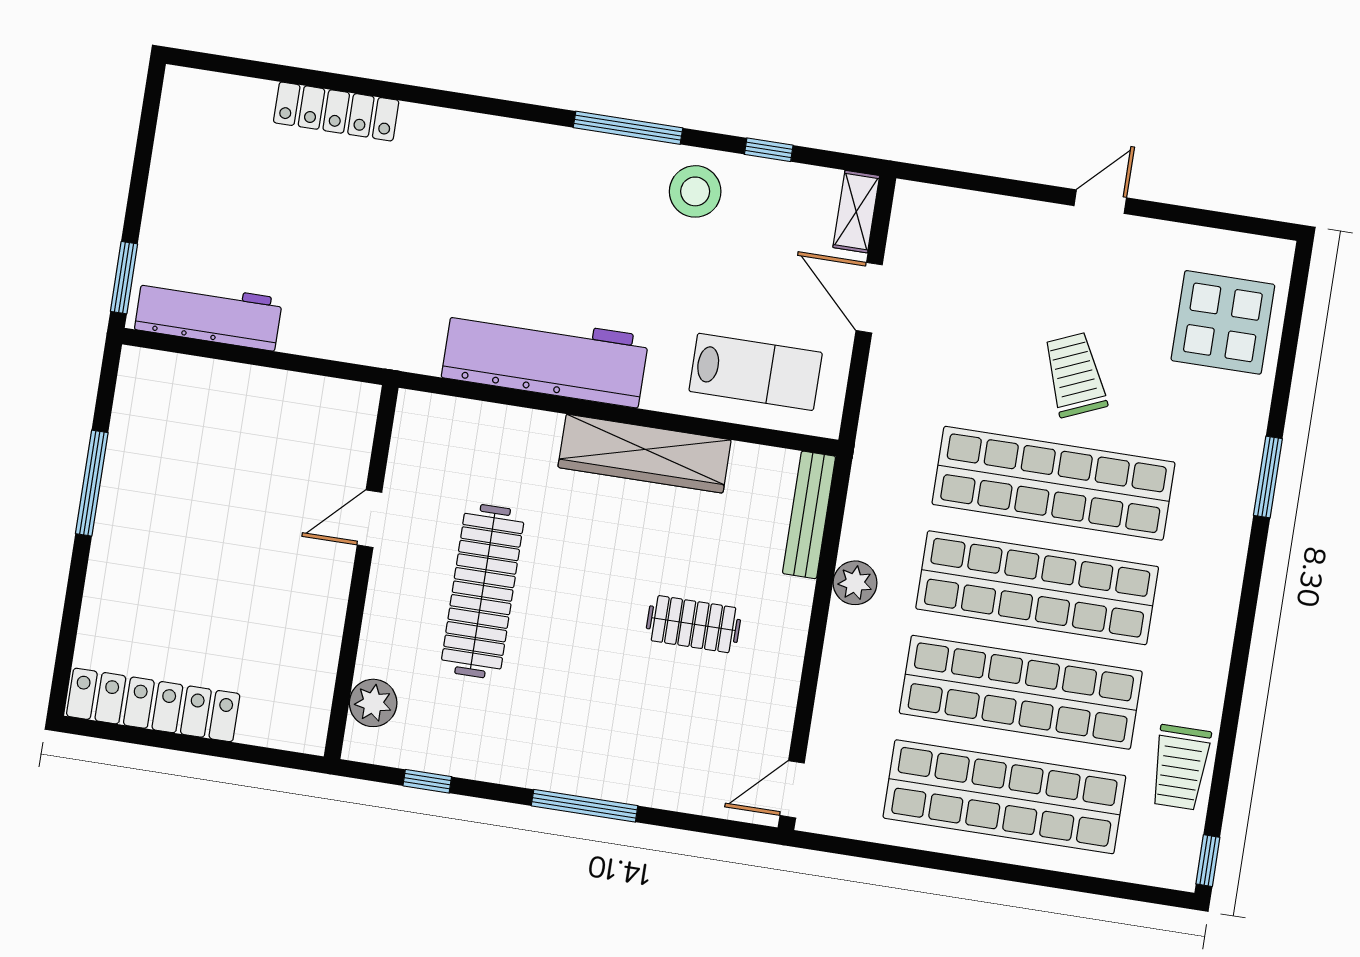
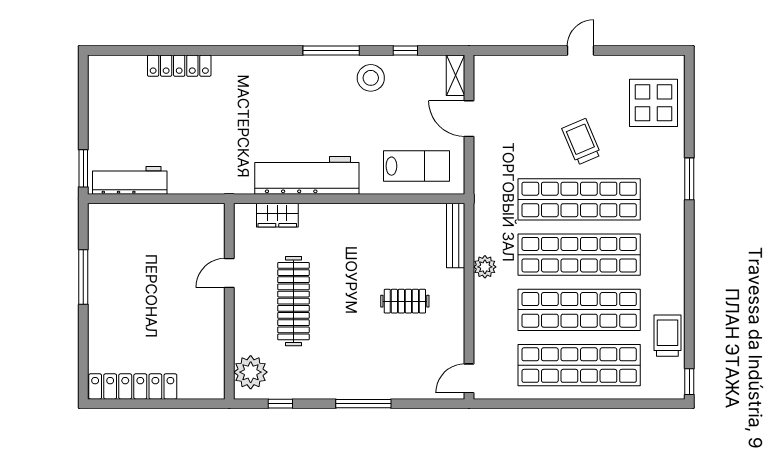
wardrobe: (645, 454) -> (277, 215), moved, width x0.48, depth x0.85
plant: (373, 703) -> (251, 372), width x1.36, depth x1.36
trolley: (1180, 767) -> (667, 336), turned 180

